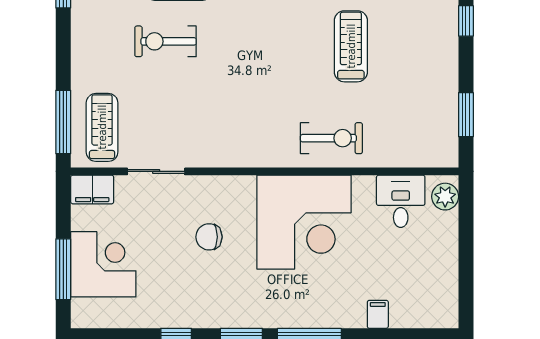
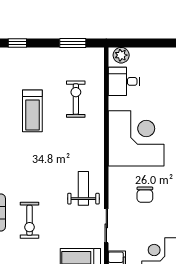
treadmill: (351, 46) -> (32, 111), turned -90
weight bench: (219, 133) -> (83, 188), added
exercise bike: (331, 138) -> (76, 99), moved

